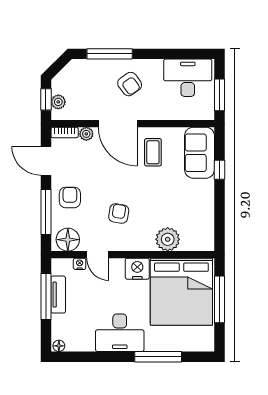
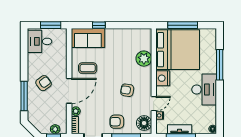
desk: (188, 78) -> (40, 41), width x0.73

